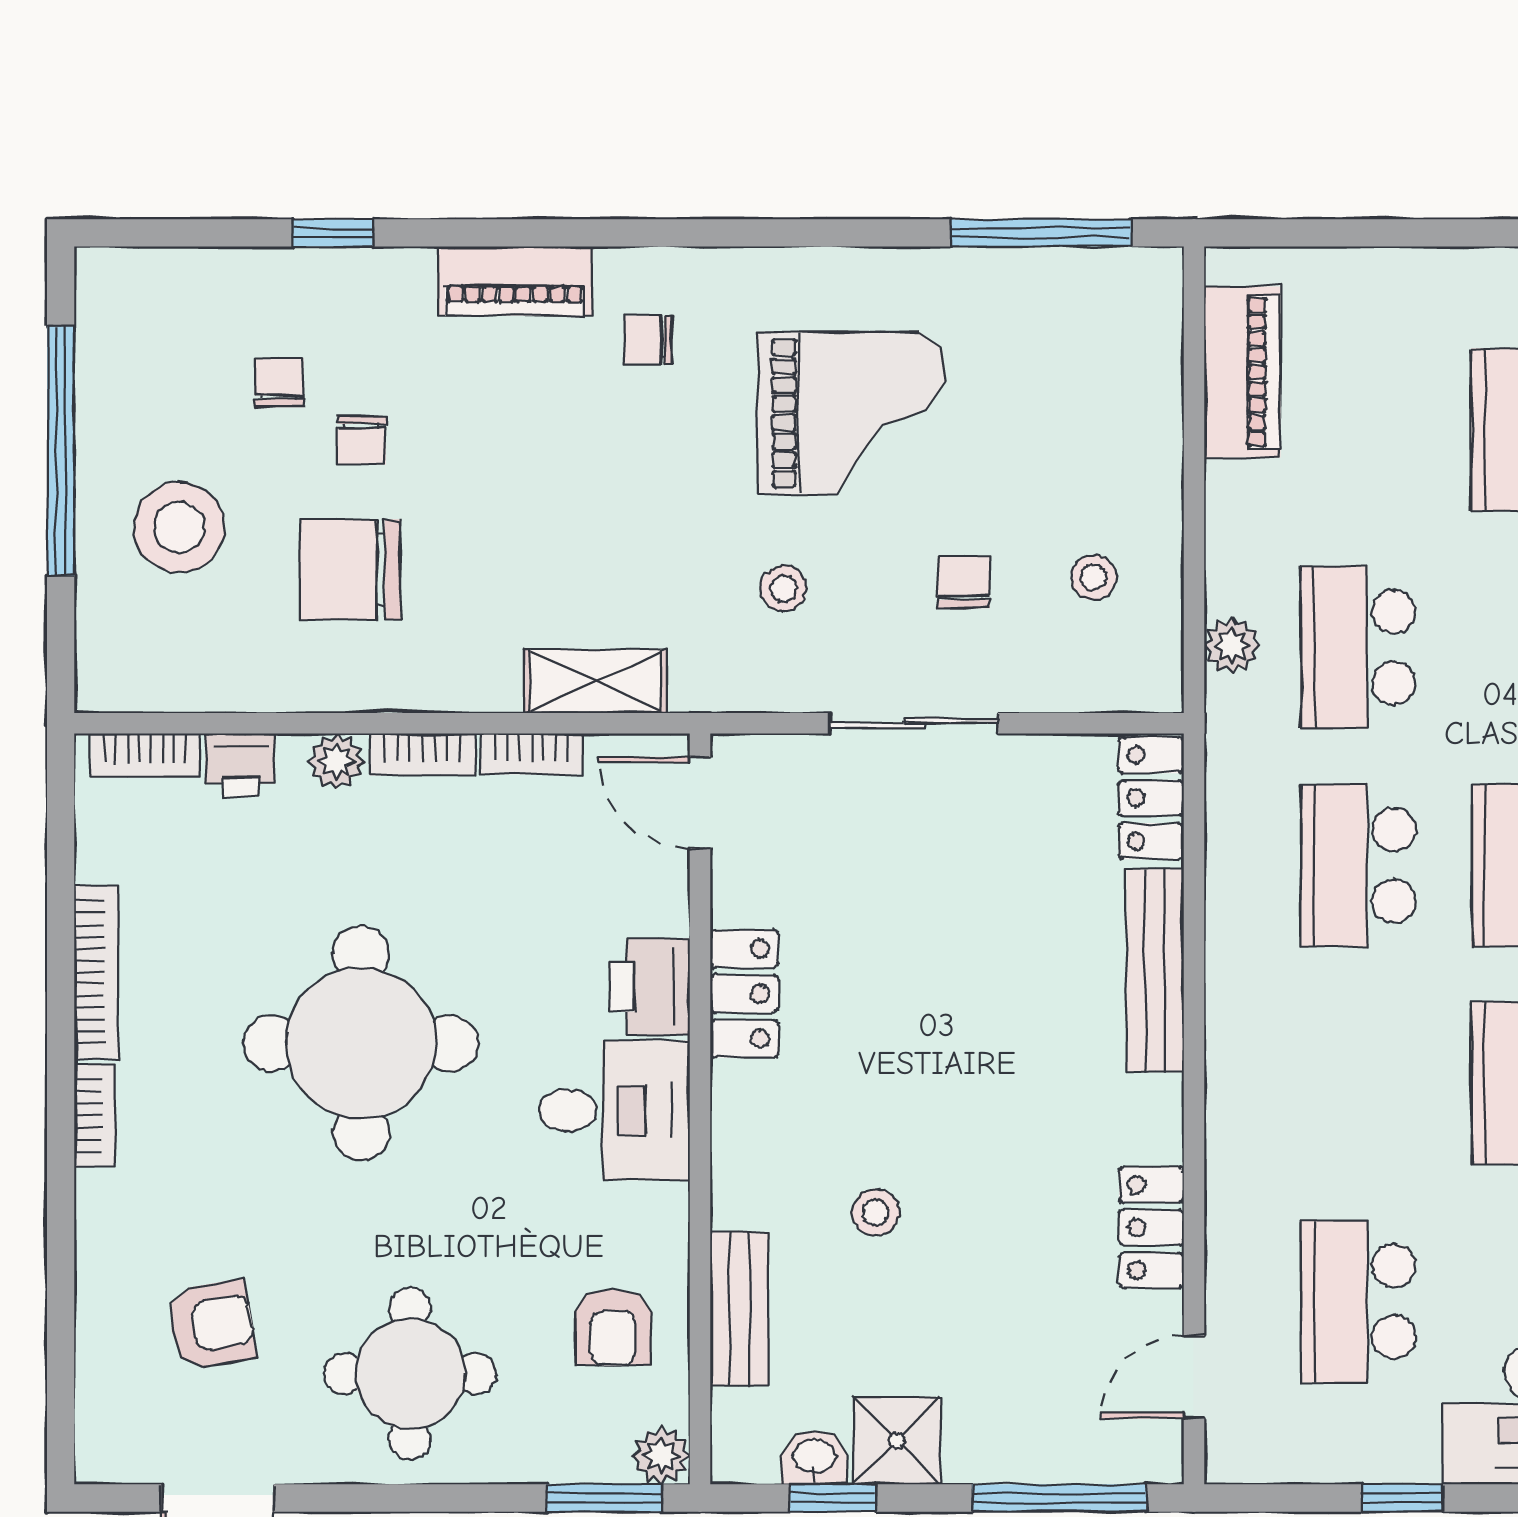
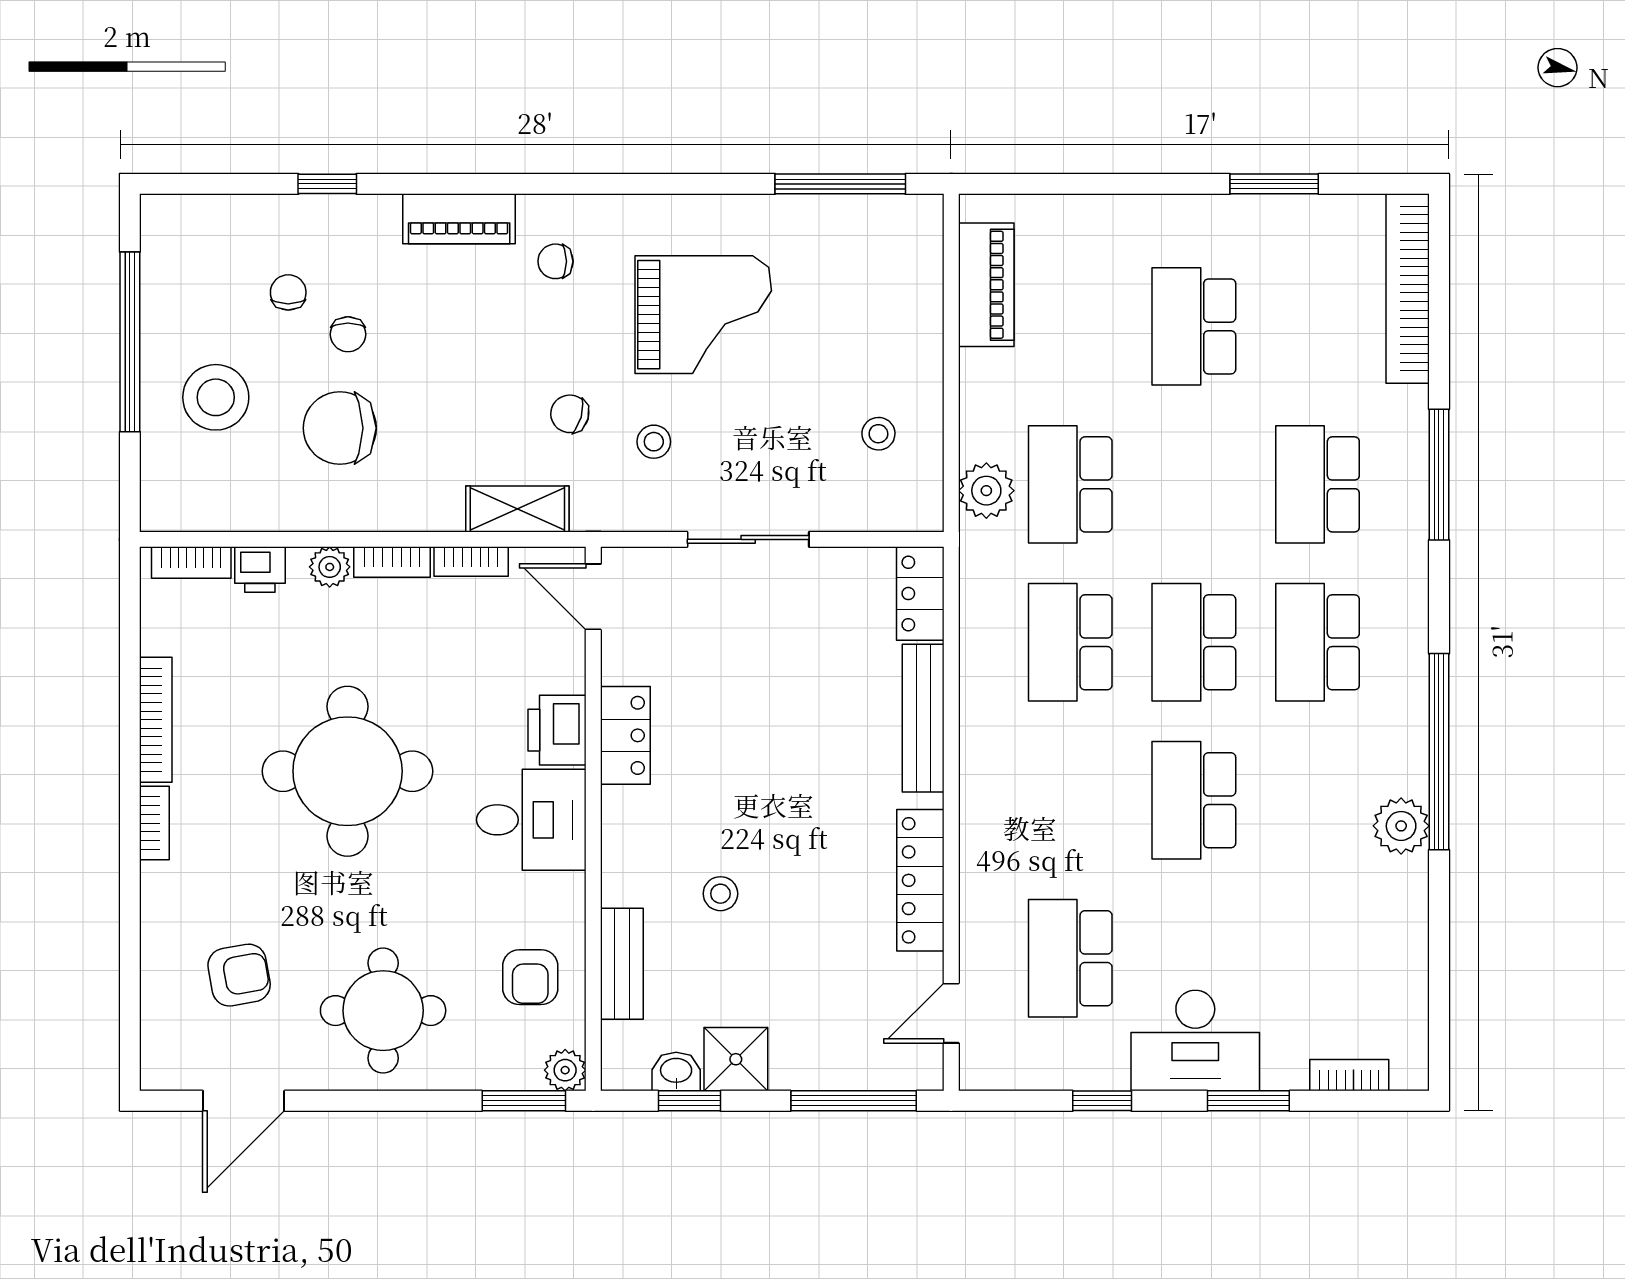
chair: (964, 582) -> (570, 414), moved, turned -74
plant: (1232, 646) -> (986, 491), width x1.38, depth x1.38
locker: (1151, 1227) -> (920, 880), width x1.53

